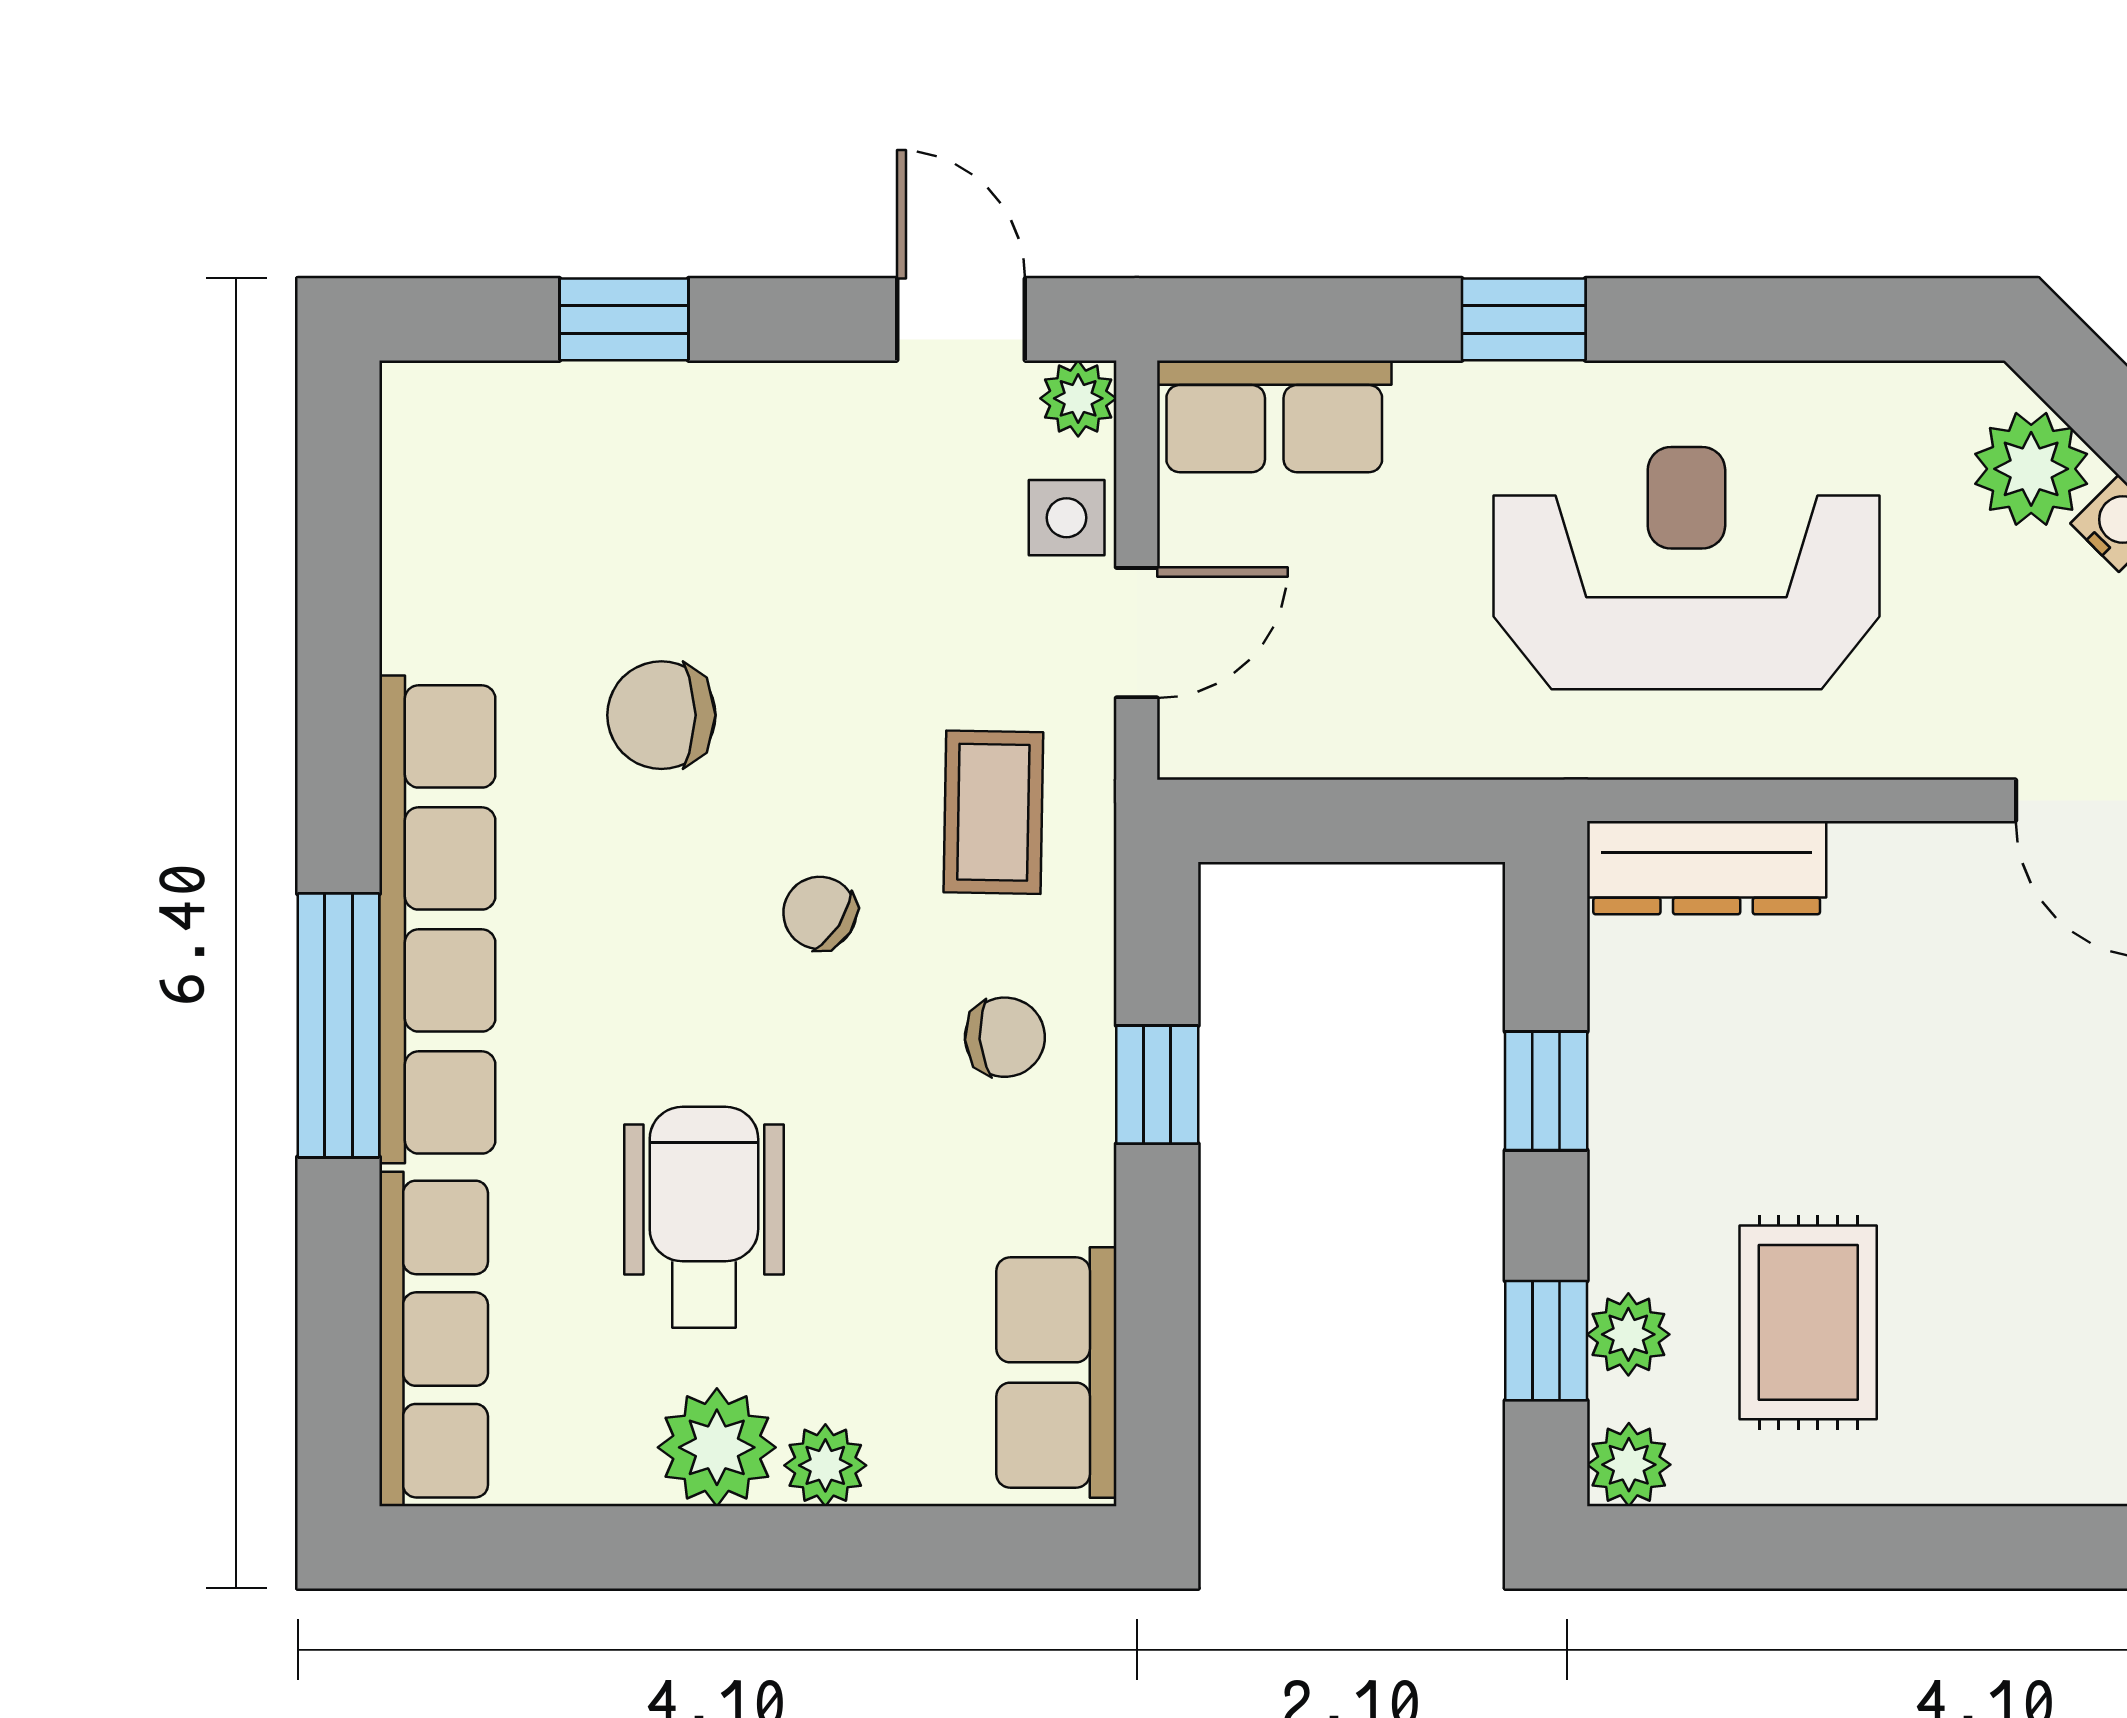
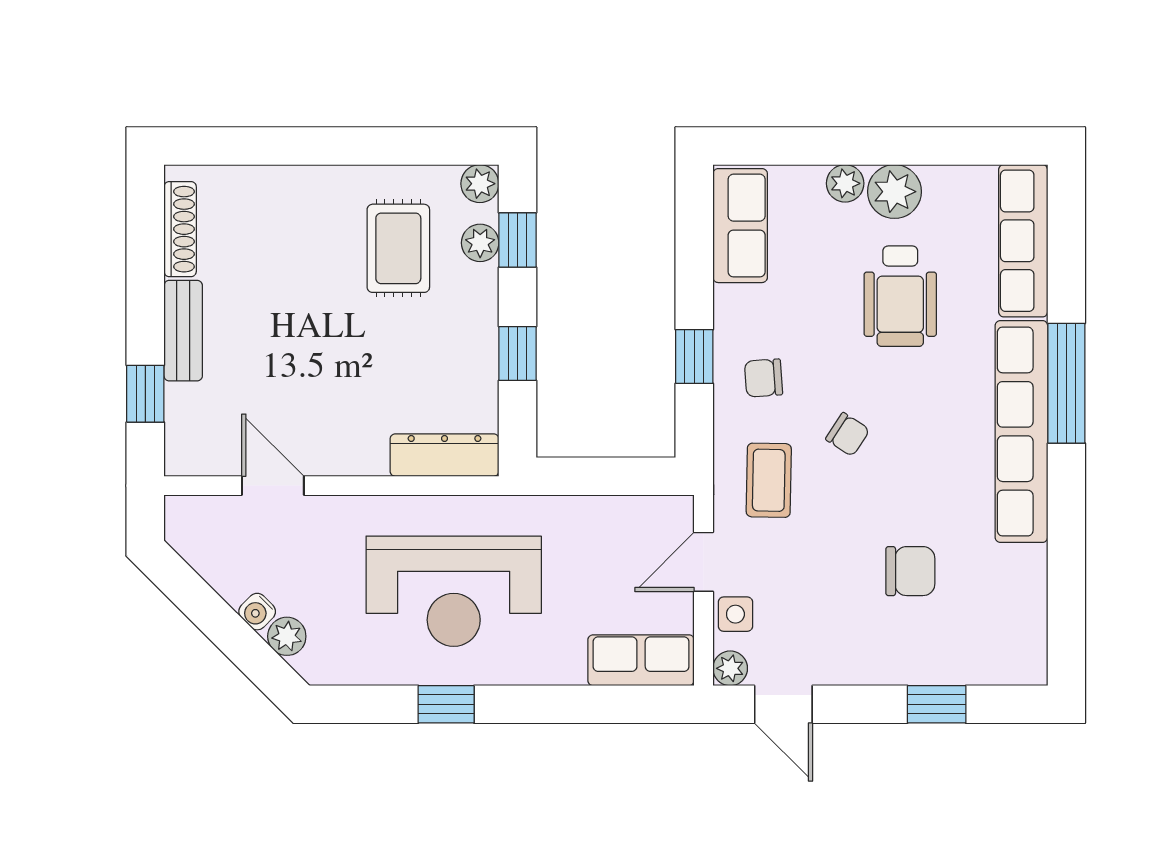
window: (1524, 319) -> (446, 704), moved
plant: (2031, 469) -> (287, 636), width x0.73, depth x0.73
chair: (661, 715) -> (910, 571), moved

